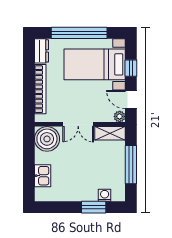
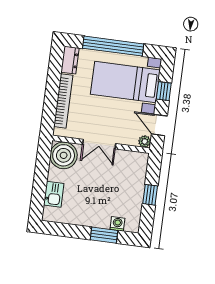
shelving: (110, 133) -> (132, 158), removed
window: (131, 165) -> (150, 195), width x0.46

